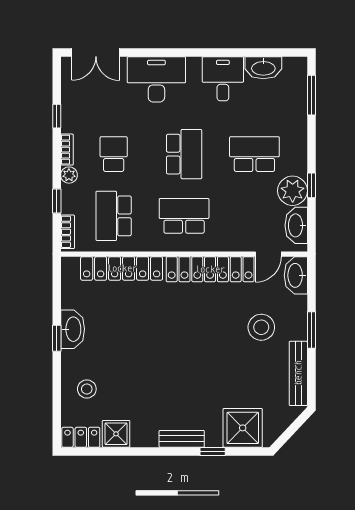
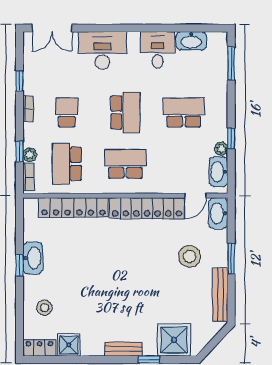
plant: (69, 175) -> (30, 155), moved
plant: (293, 191) -> (221, 149), width x0.53, depth x0.53

